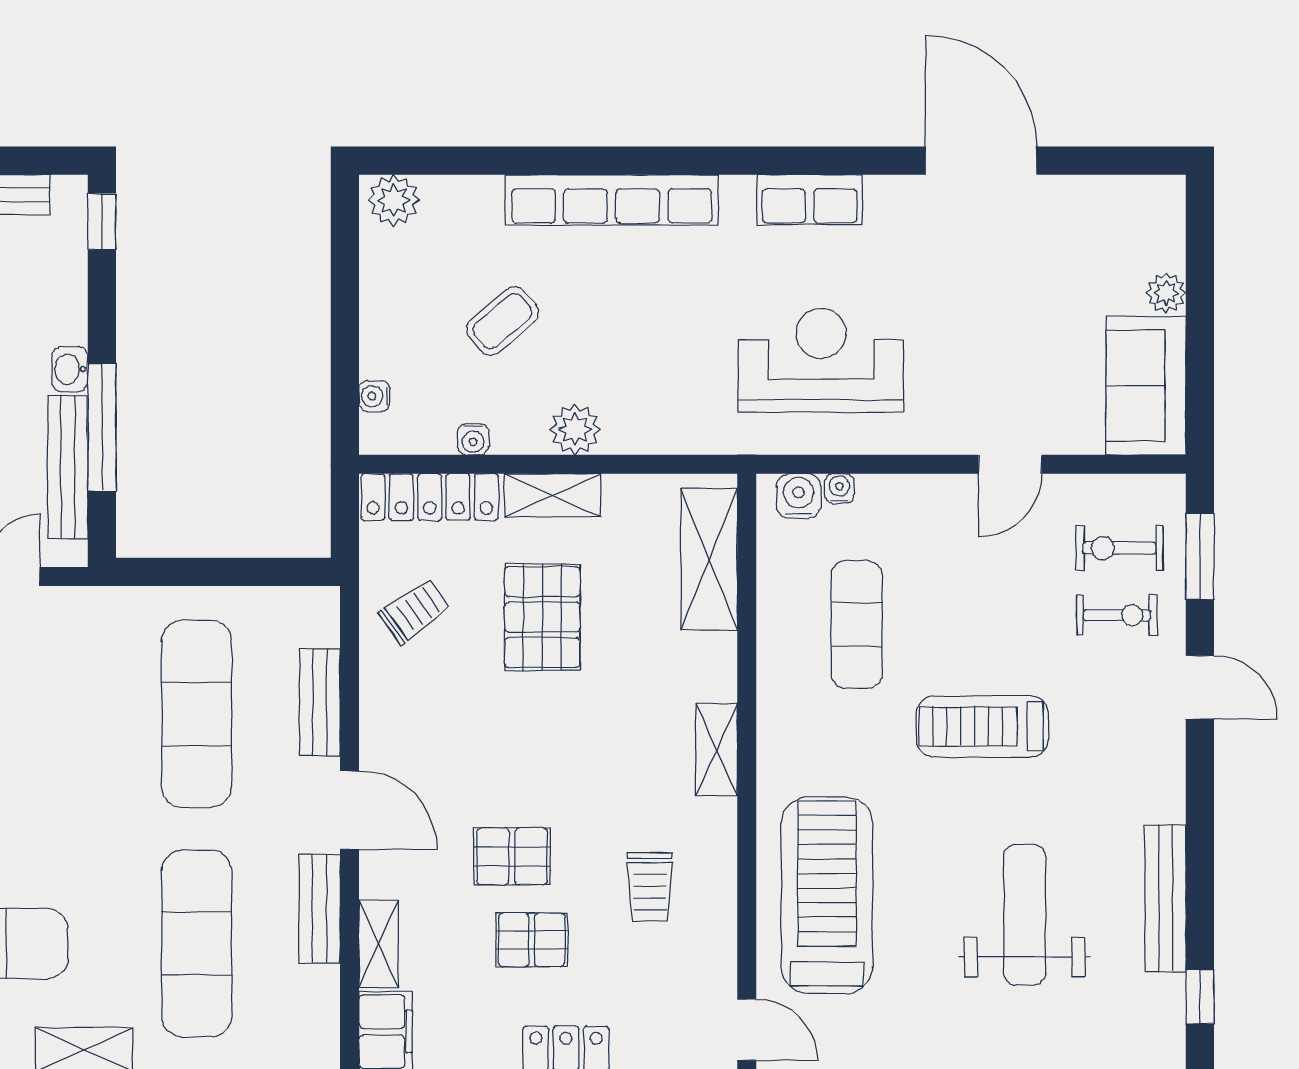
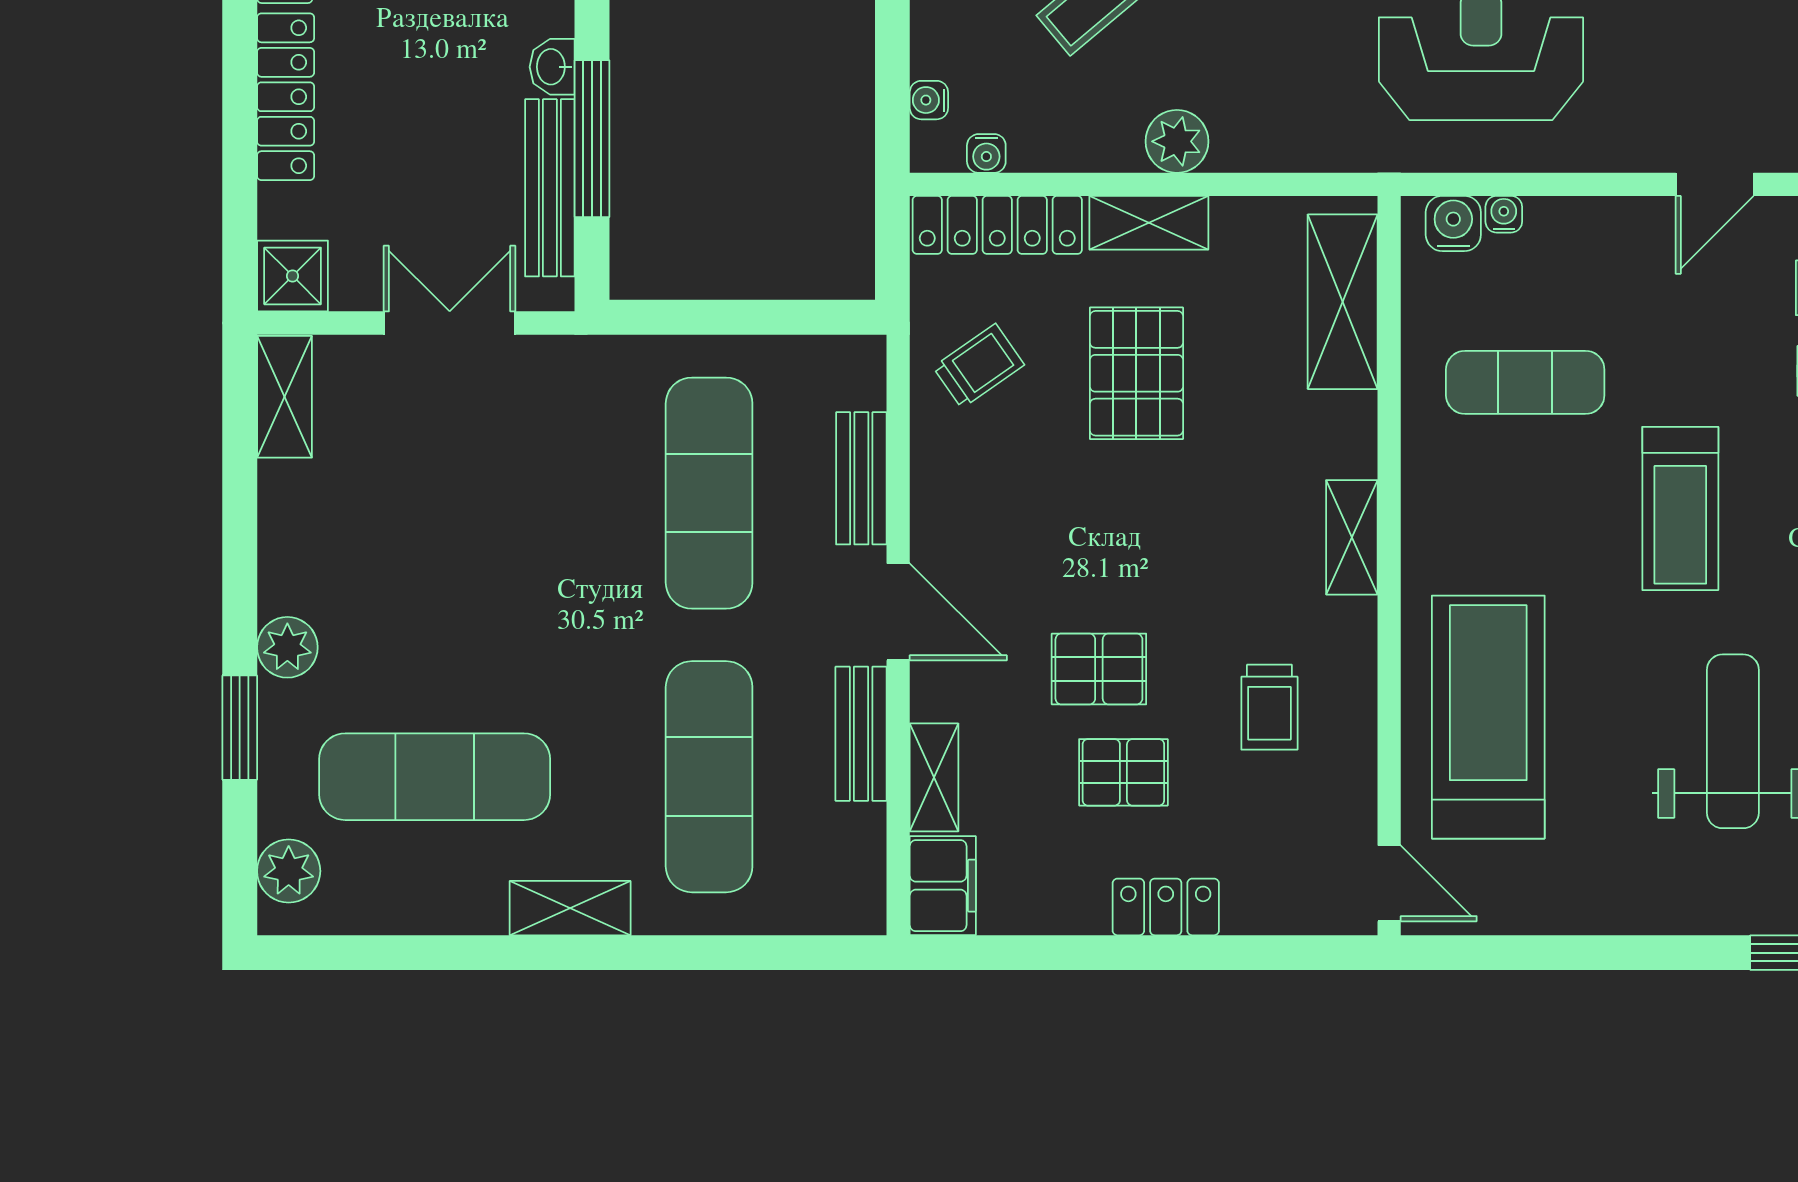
water cooler: (473, 439) -> (986, 153), moved
exercise mat: (857, 624) -> (1525, 382), turned 90
treadmill: (982, 726) -> (1680, 508), turned -90

